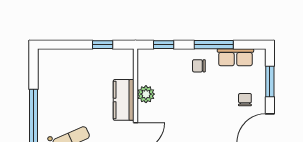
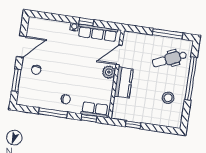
row of seats: (235, 57) -> (95, 110), moved
stool: (60, 88) -> (168, 98), added
plant: (146, 94) -> (109, 72), moved

